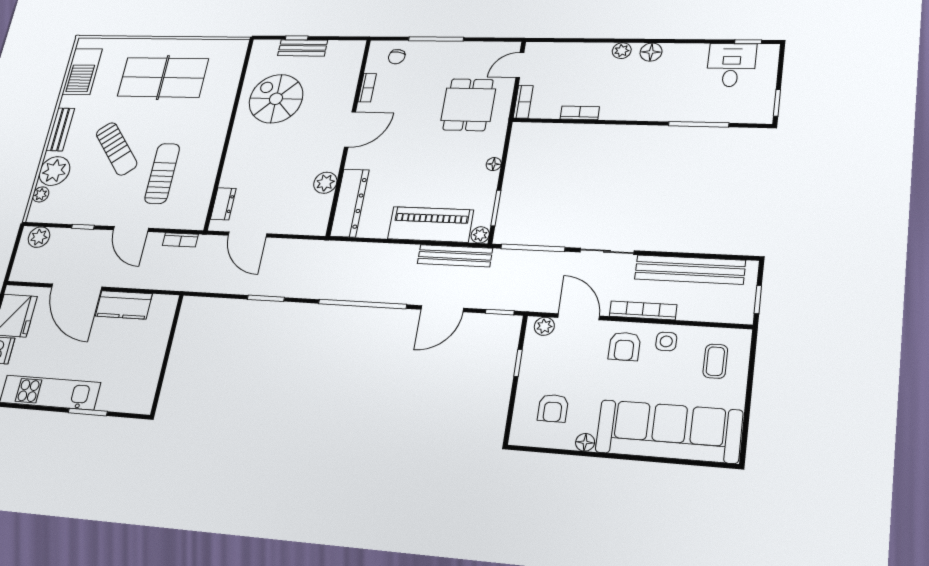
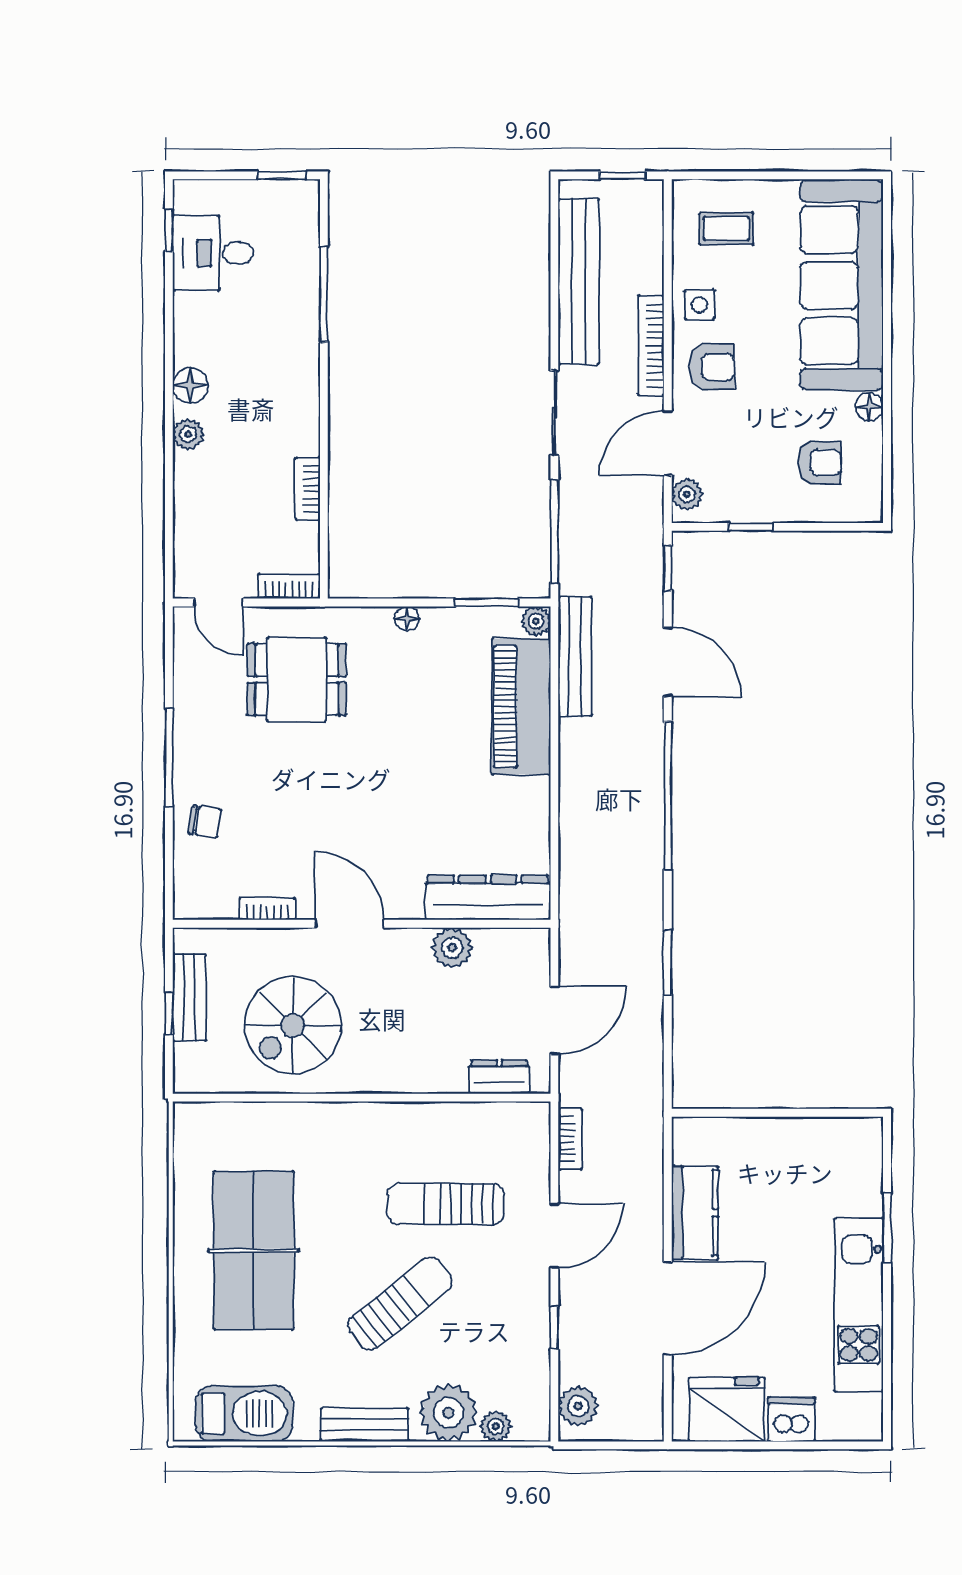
bookcase: (367, 88) -> (267, 909), moved
door: (350, 129) -> (349, 924), moved
wall: (349, 136) -> (362, 924), moved
plant: (325, 183) -> (452, 948), moved
dresser: (350, 203) -> (488, 898), moved

